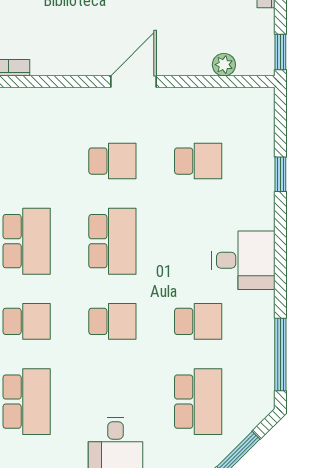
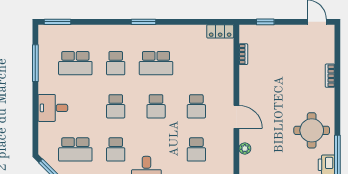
plant: (224, 65) -> (245, 148), moved
school desk: (112, 241) -> (156, 106), width x0.54

